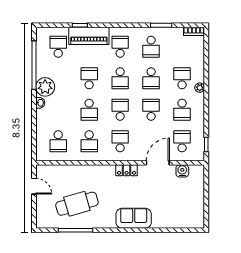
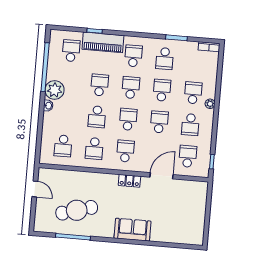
school desk: (120, 78) -> (131, 88), turned 180
school desk: (151, 78) -> (162, 90), turned 180
water cooler: (182, 171) -> (185, 186), removed

